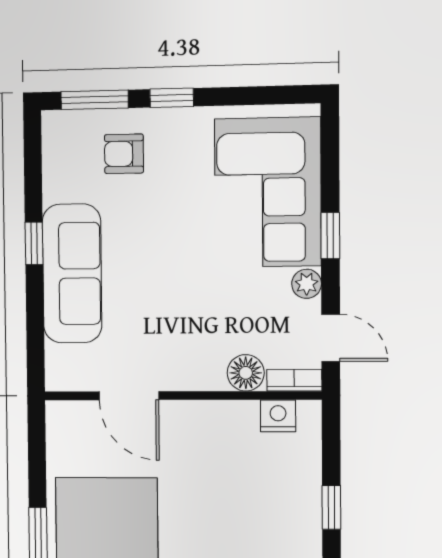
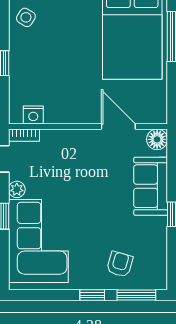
armchair: (124, 154) -> (120, 264), turned -74
sofa: (72, 273) -> (151, 186), width x0.73
floor lamp: (246, 373) -> (157, 139), moved

